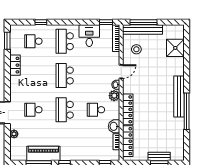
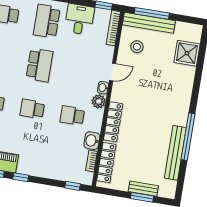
school desk: (65, 75) -> (40, 65), turned 180
bench: (179, 97) -> (175, 153), moved
school desk: (65, 110) -> (32, 109), width x0.54

